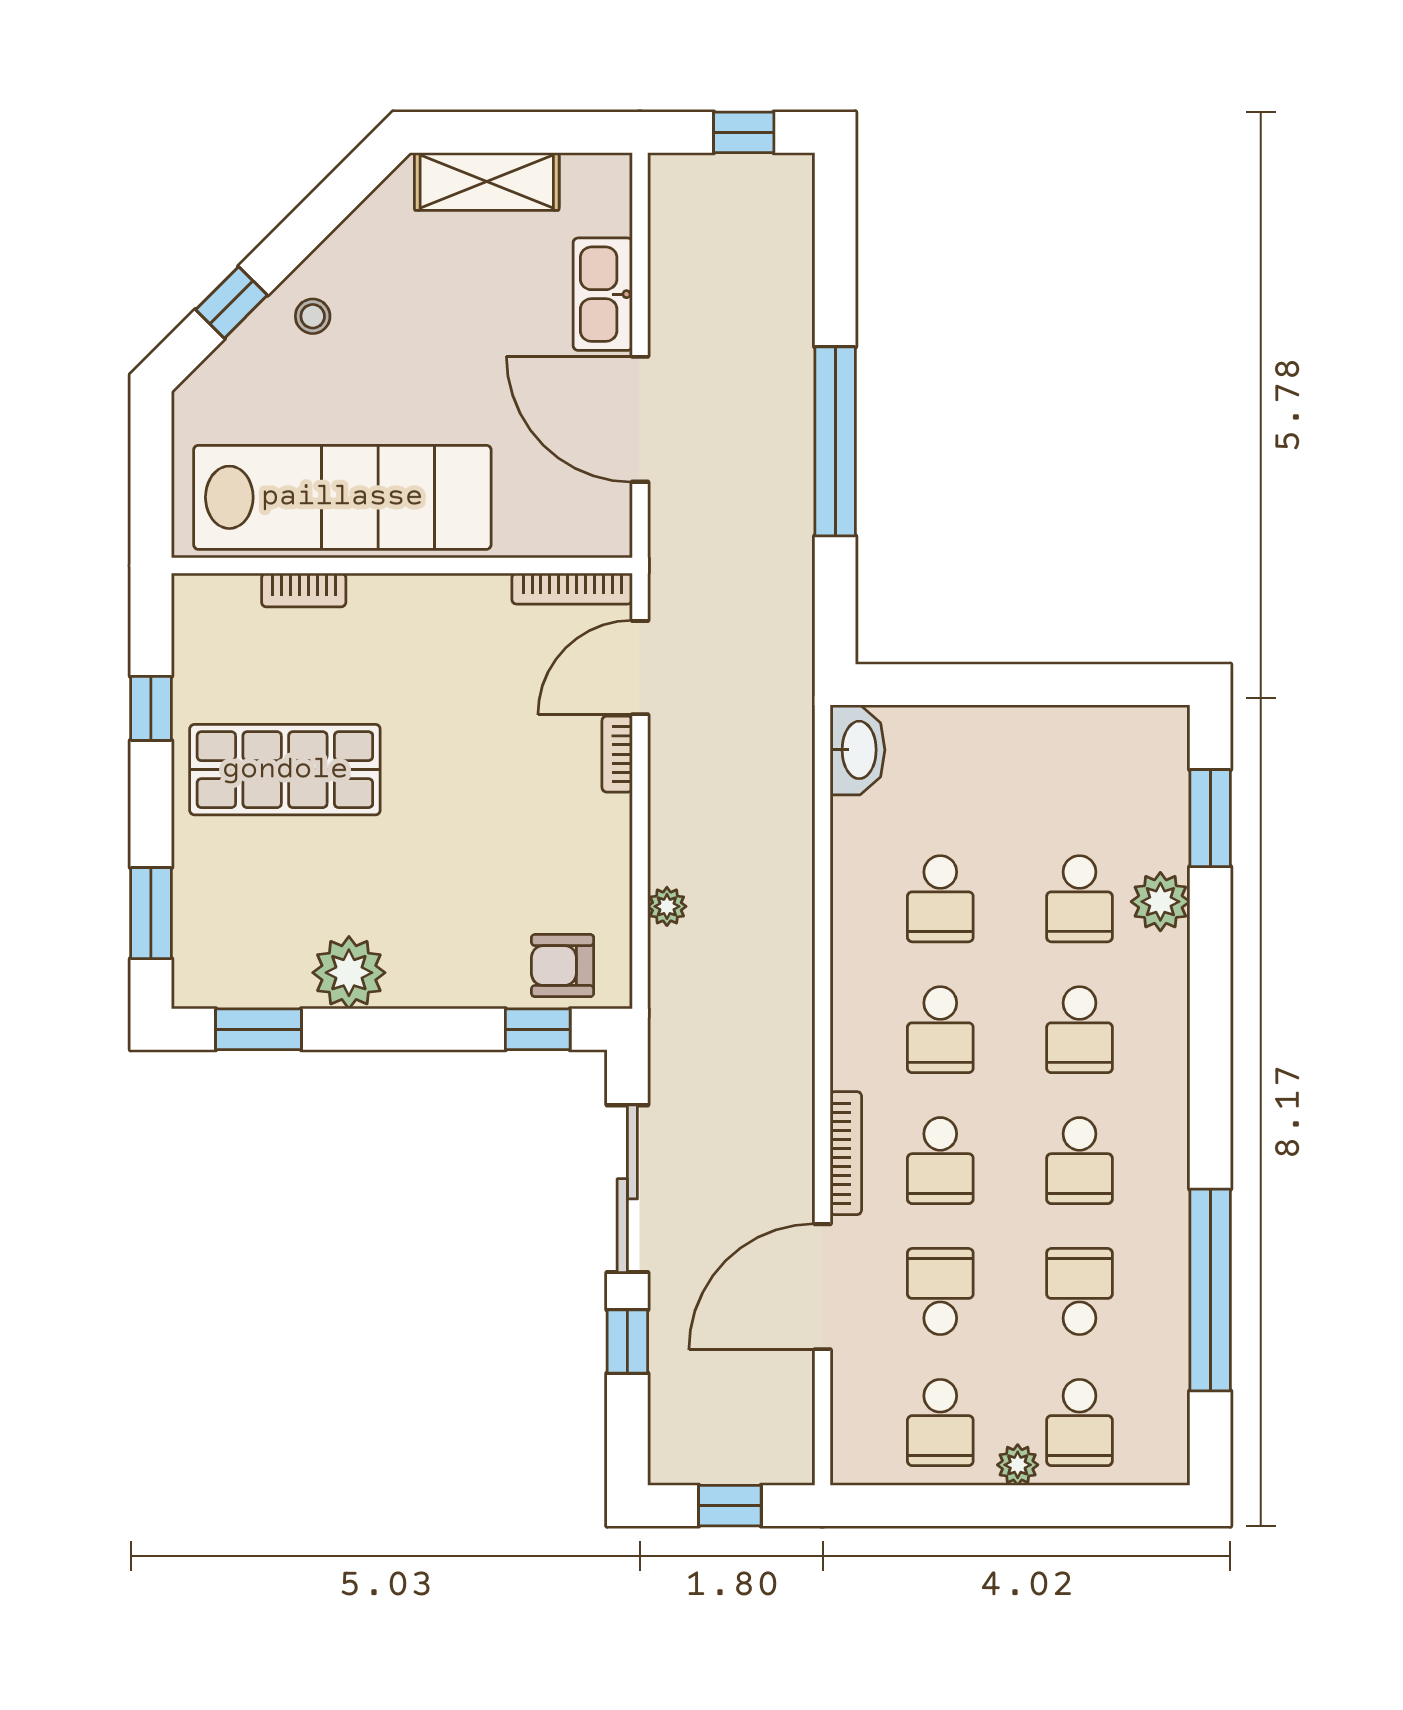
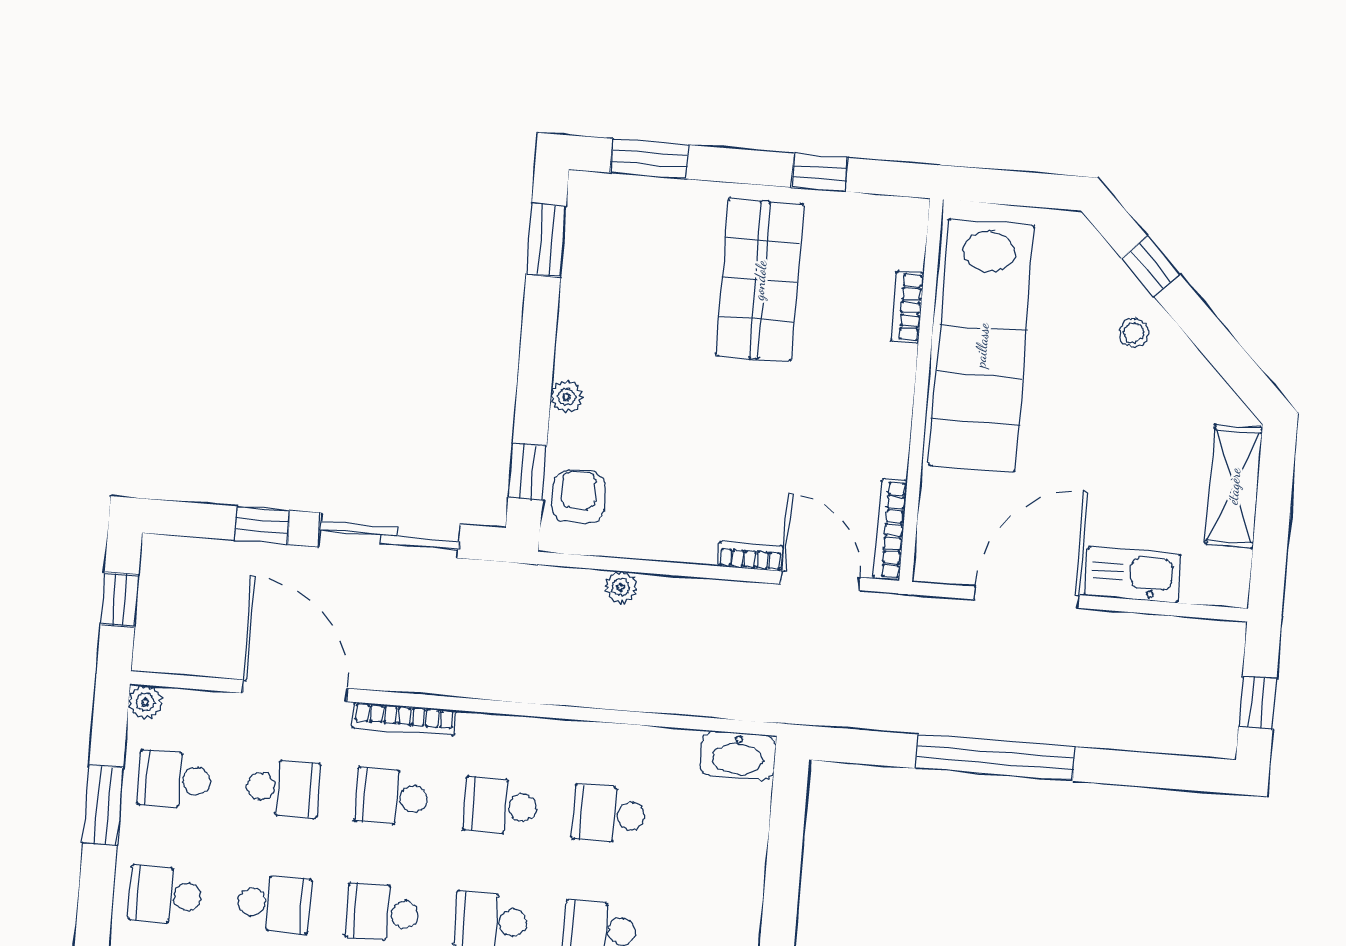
plant: (349, 973) -> (567, 397), moved, width x0.53, depth x0.53
plant: (1018, 1465) -> (145, 702), moved
window: (978, 1506) -> (103, 805), added

